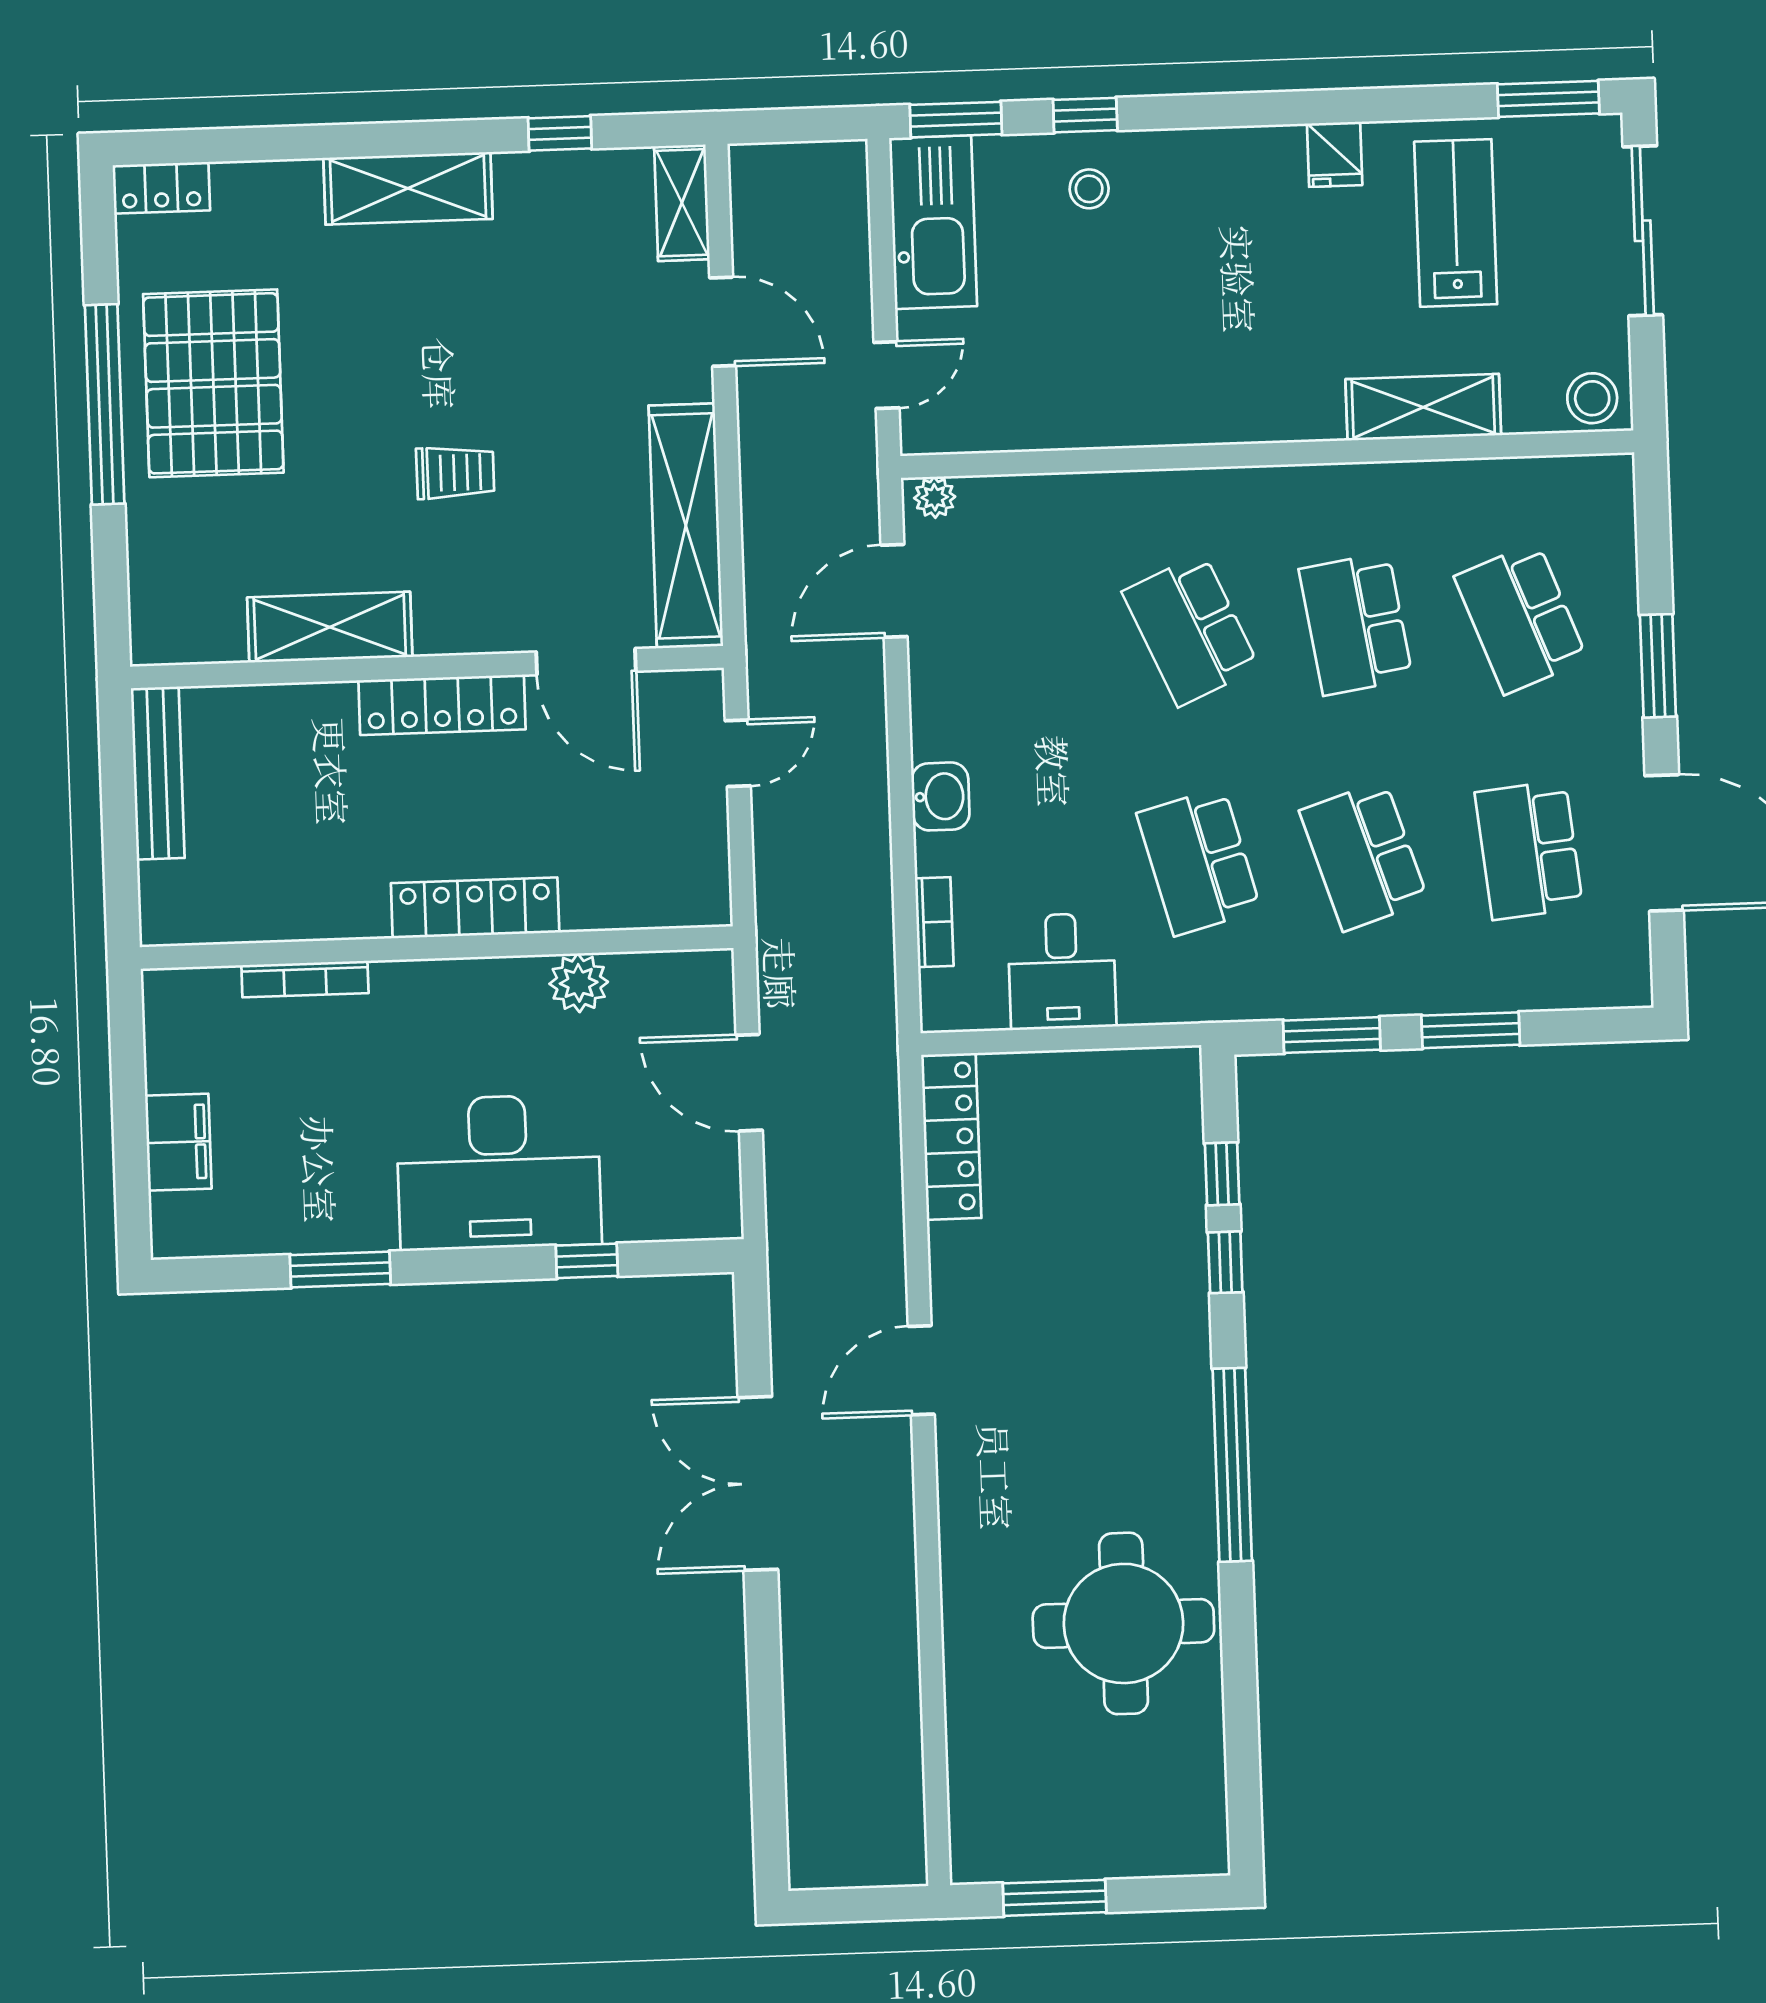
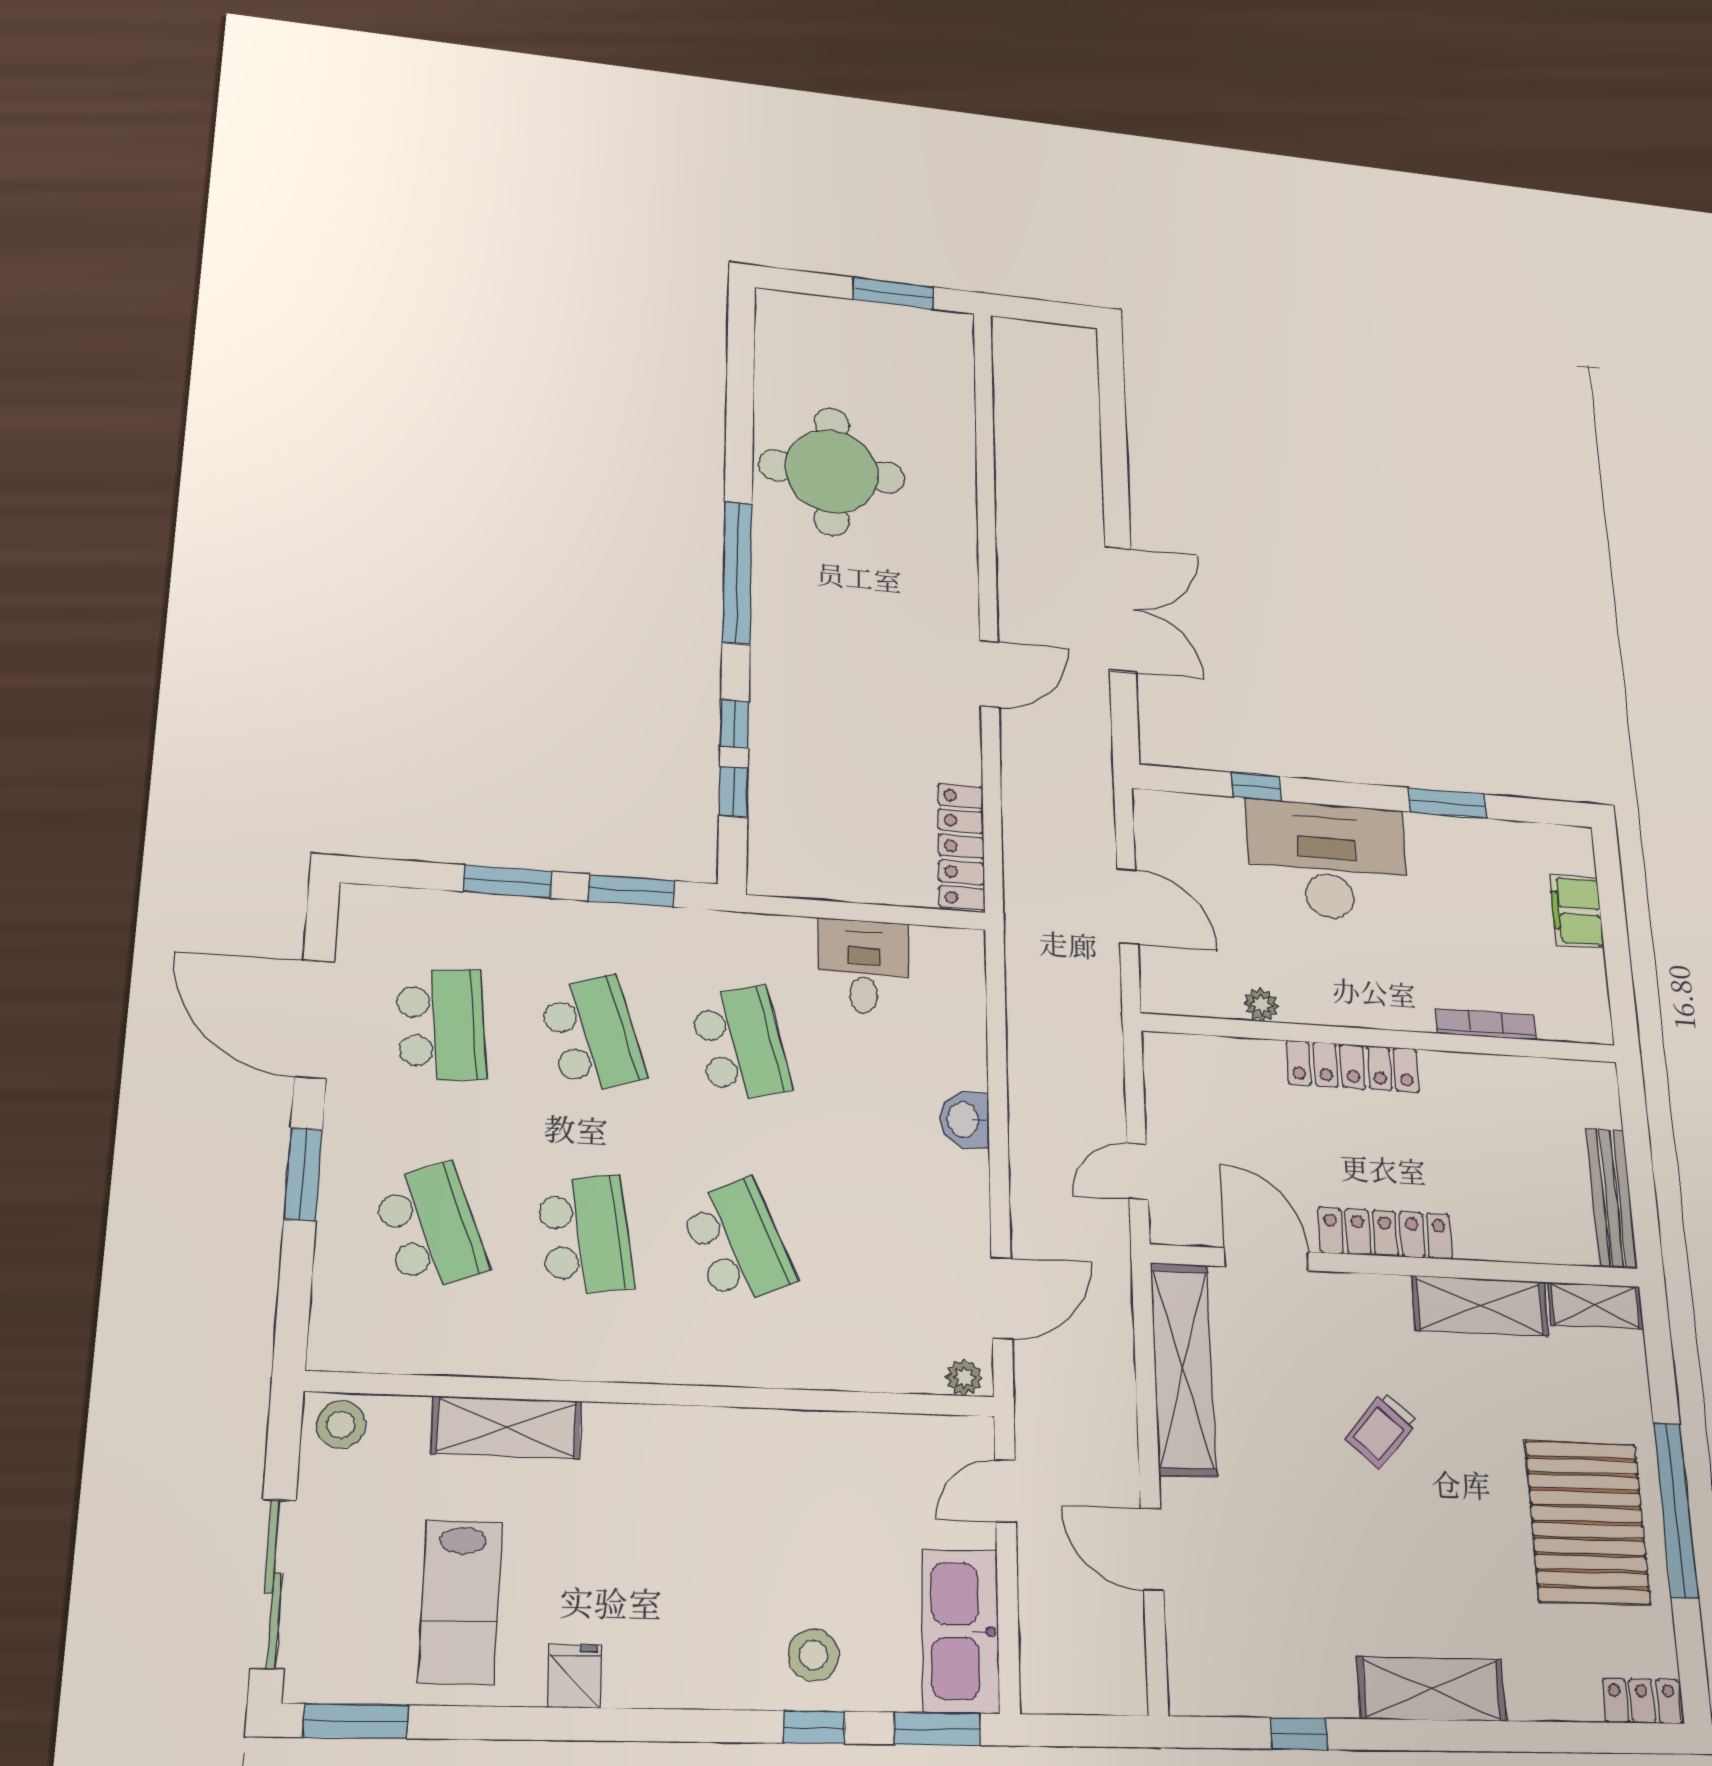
stool: (1089, 189) -> (813, 1655), width x1.37, depth x1.37
shelving: (682, 203) -> (1595, 1306), moved, turned 90
trolley: (455, 473) -> (1381, 1430), turned -48
bookcase: (934, 922) -> (972, 1017), removed
plant: (579, 983) -> (1261, 1005), width x0.73, depth x0.73

